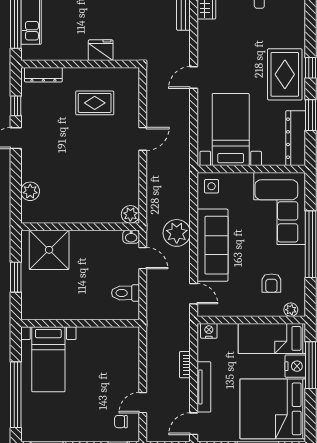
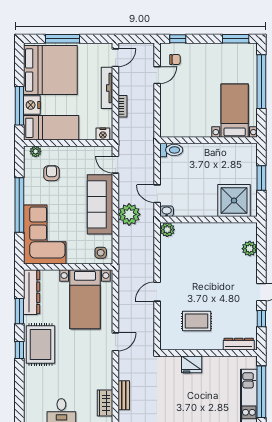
toilet: (125, 293) -> (171, 150), moved

